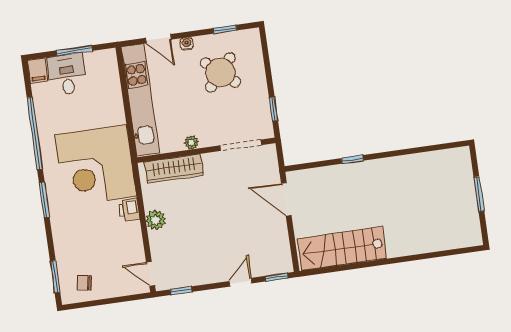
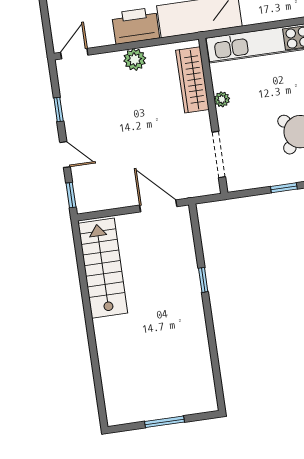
window: (273, 109) -> (284, 188), moved
door: (286, 199) -> (158, 206), hinge flipped
printer: (129, 210) -> (136, 26), width x1.87, depth x1.48
window: (181, 291) -> (59, 110), moved

